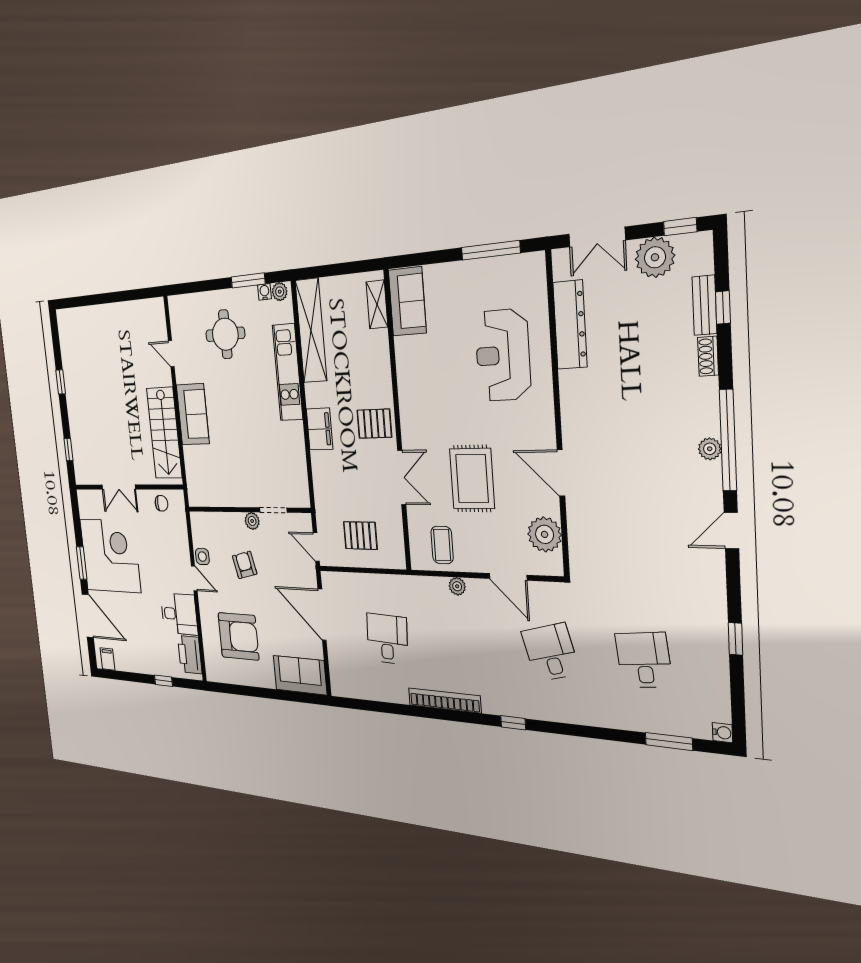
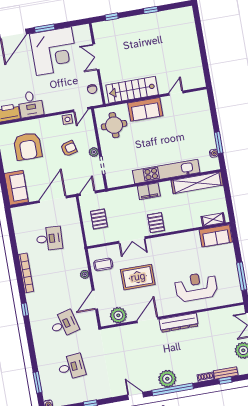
plant: (280, 292) -> (215, 163), removed
dresser: (570, 325) -> (179, 323), moved
round table: (225, 334) -> (114, 125), moved
kitchen unit: (288, 372) -> (166, 171), width x1.36
plant: (710, 449) -> (167, 379), width x1.87, depth x1.87
door: (194, 578) -> (81, 110), moved

